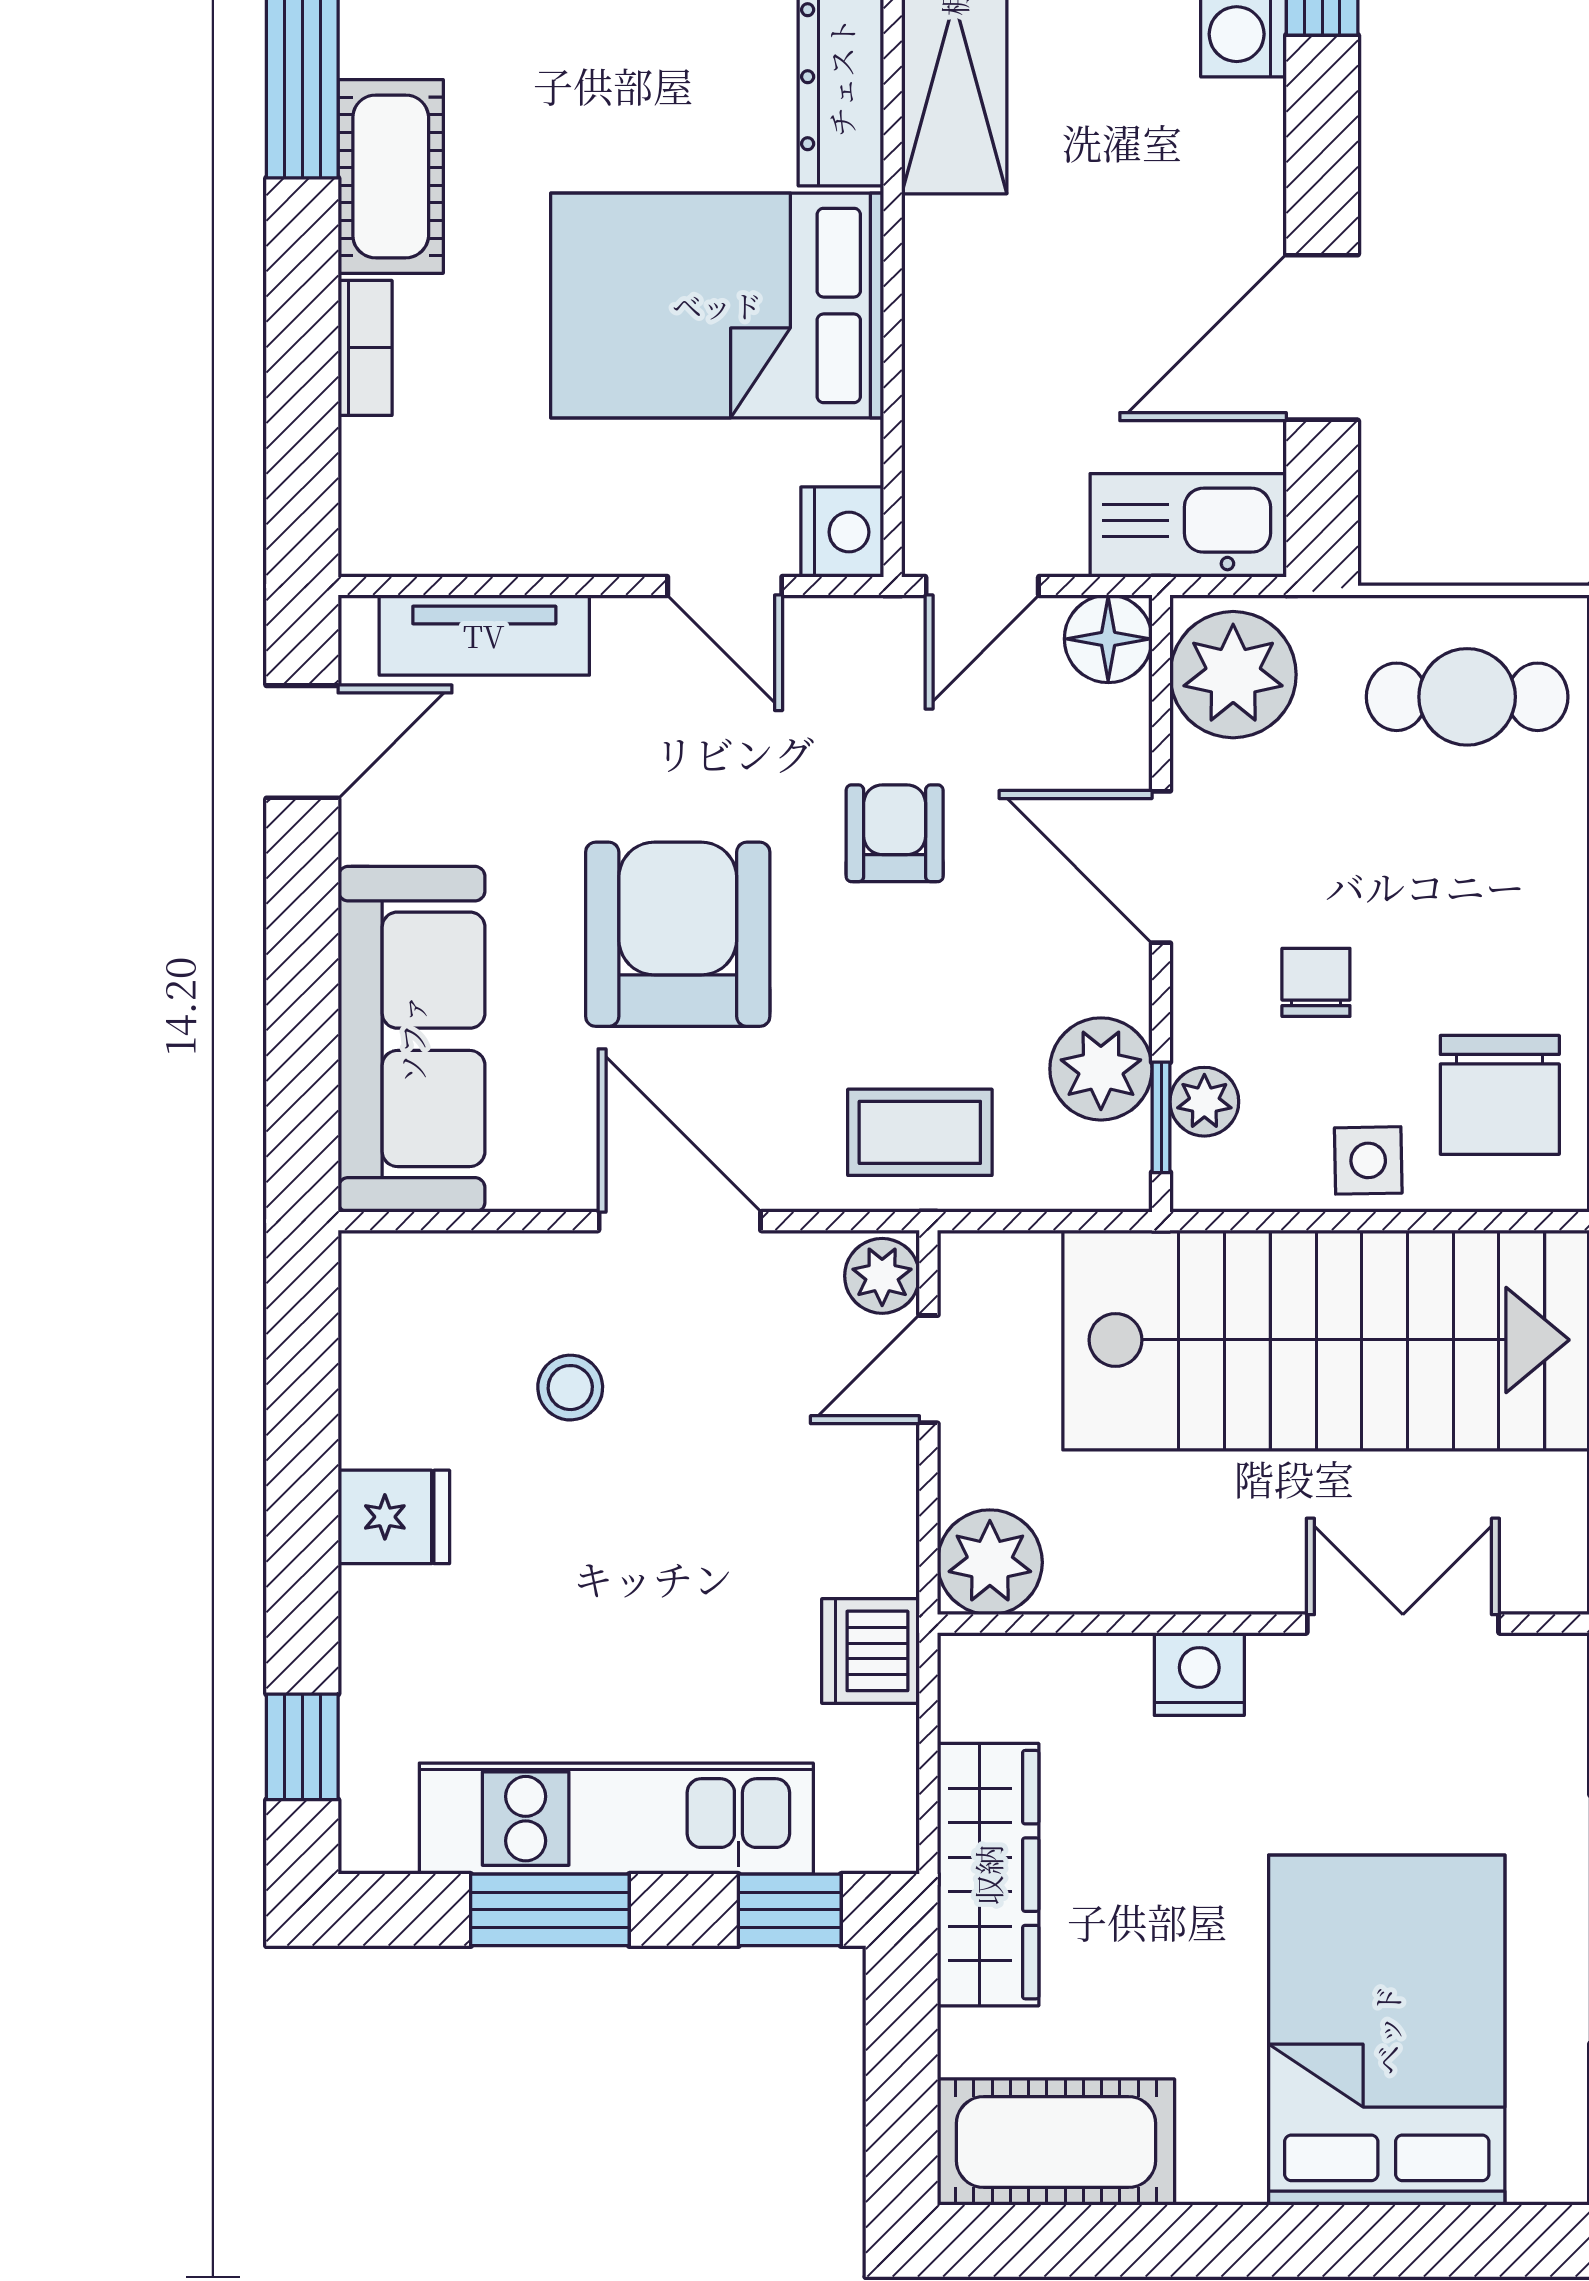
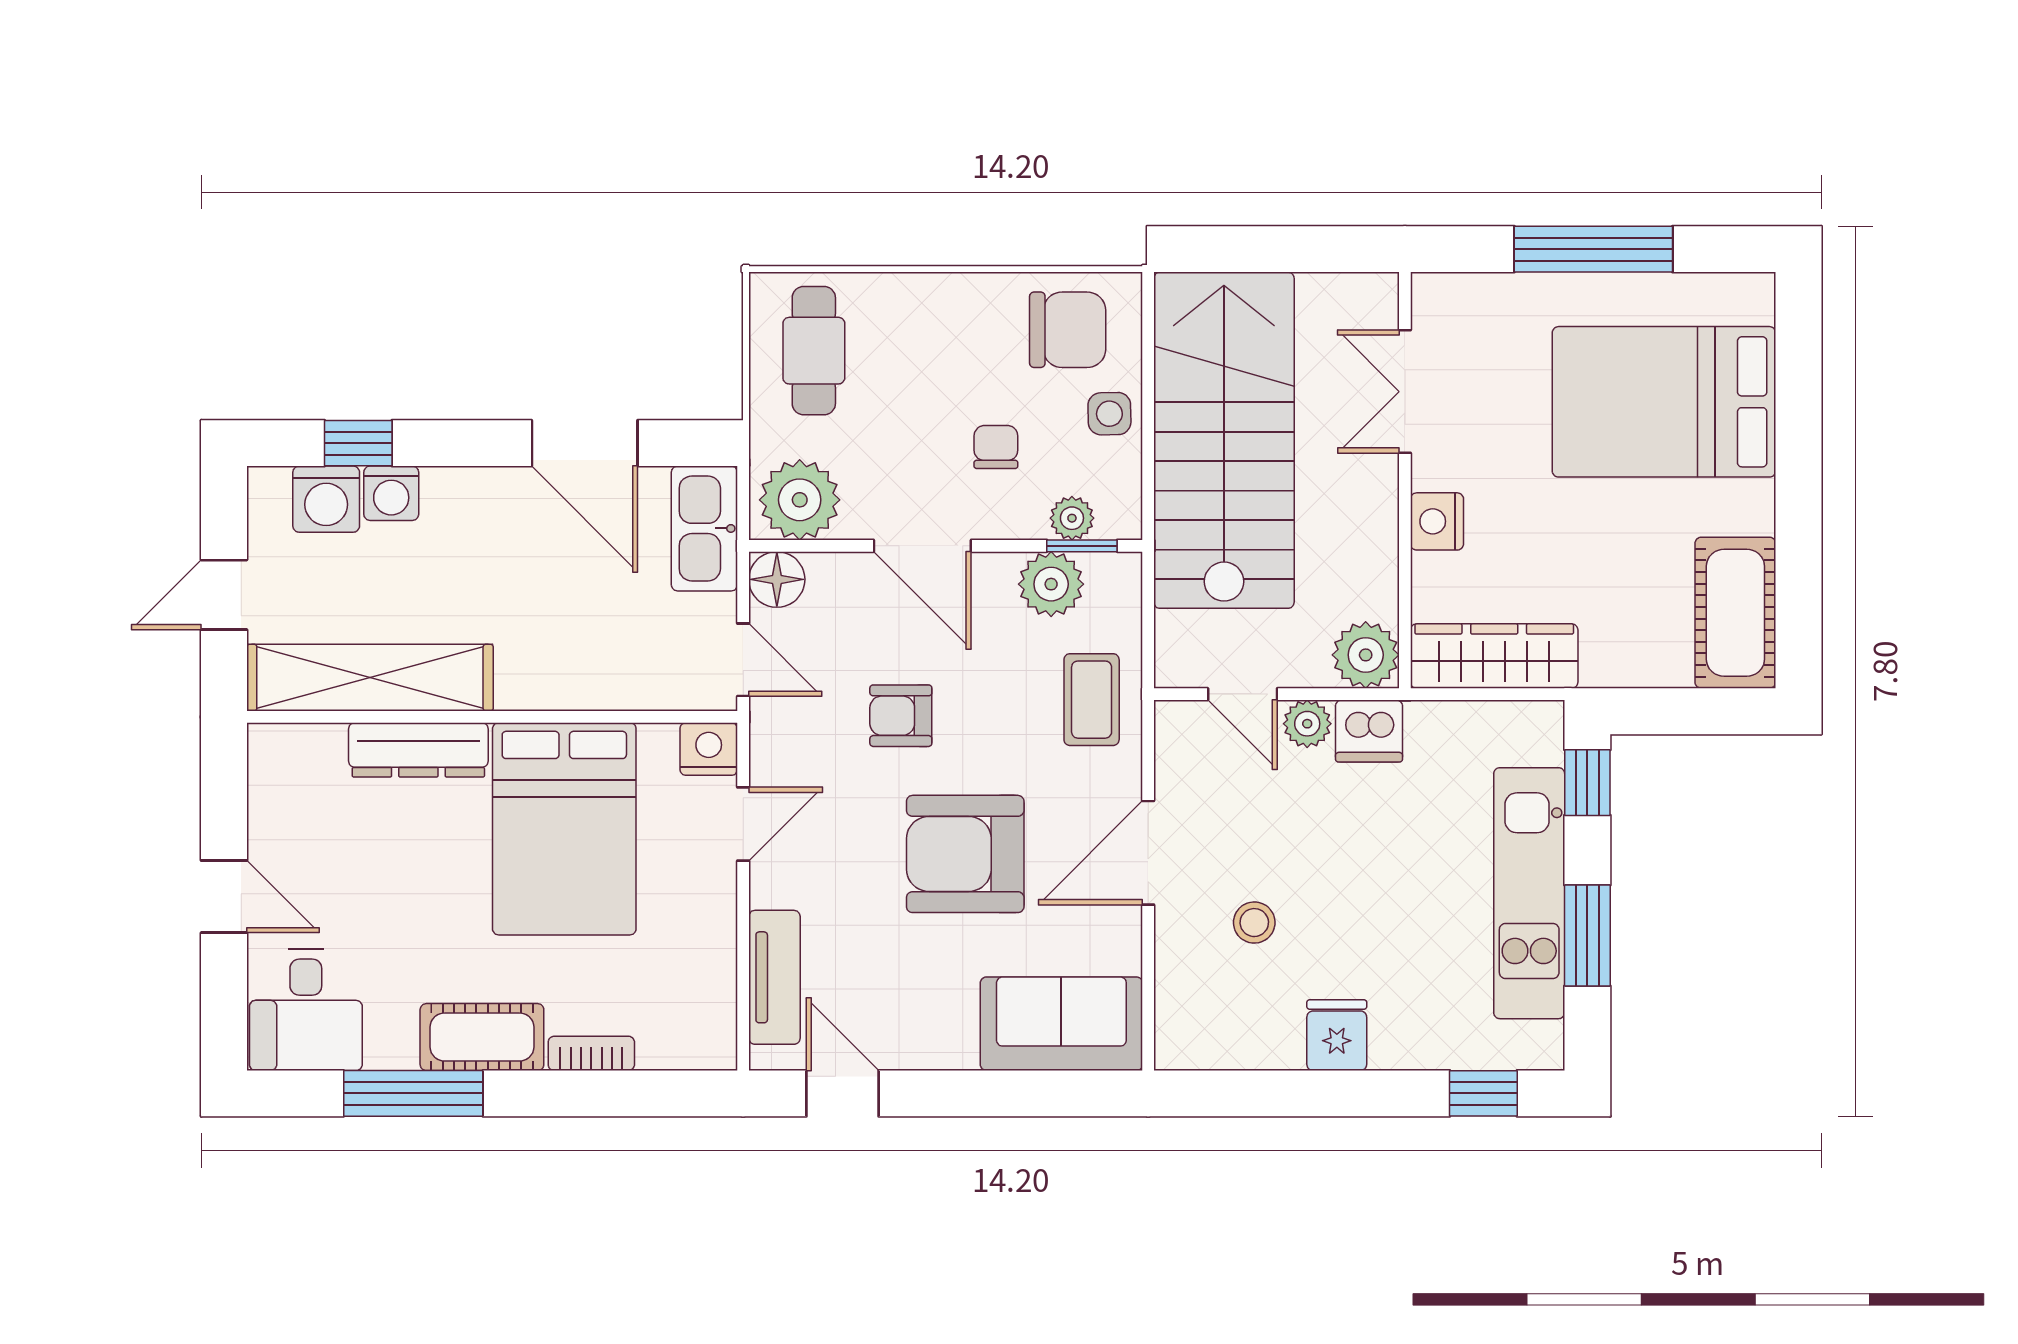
door: (1161, 867) -> (922, 546), hinge flipped
chair: (1316, 982) -> (996, 447), turned 90
sofa: (412, 1039) -> (1061, 1024), width x0.73
plant: (882, 1276) -> (1307, 724), moved
dishwasher: (871, 1651) -> (1369, 731), moved
wardrobe: (988, 1875) -> (1494, 656), moved

